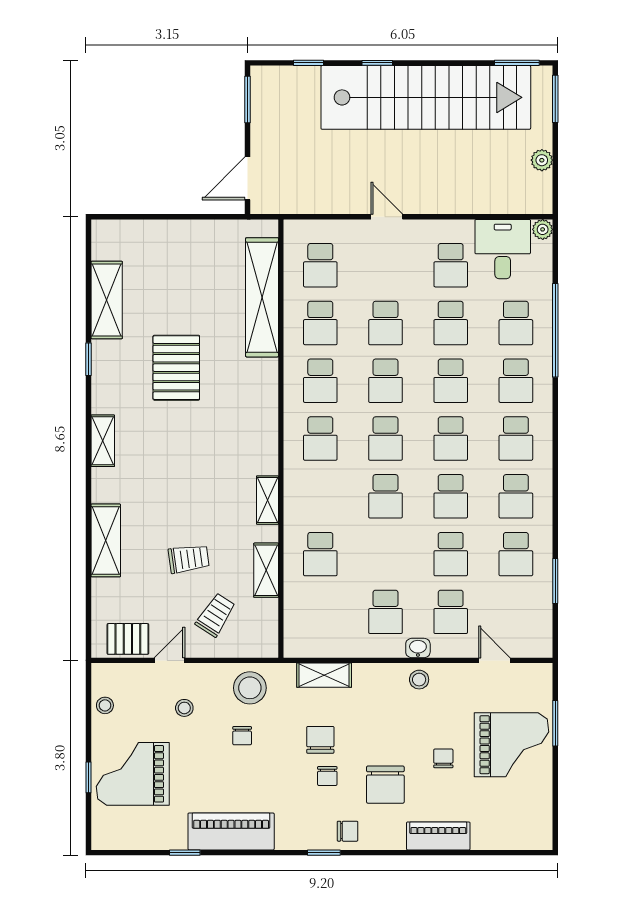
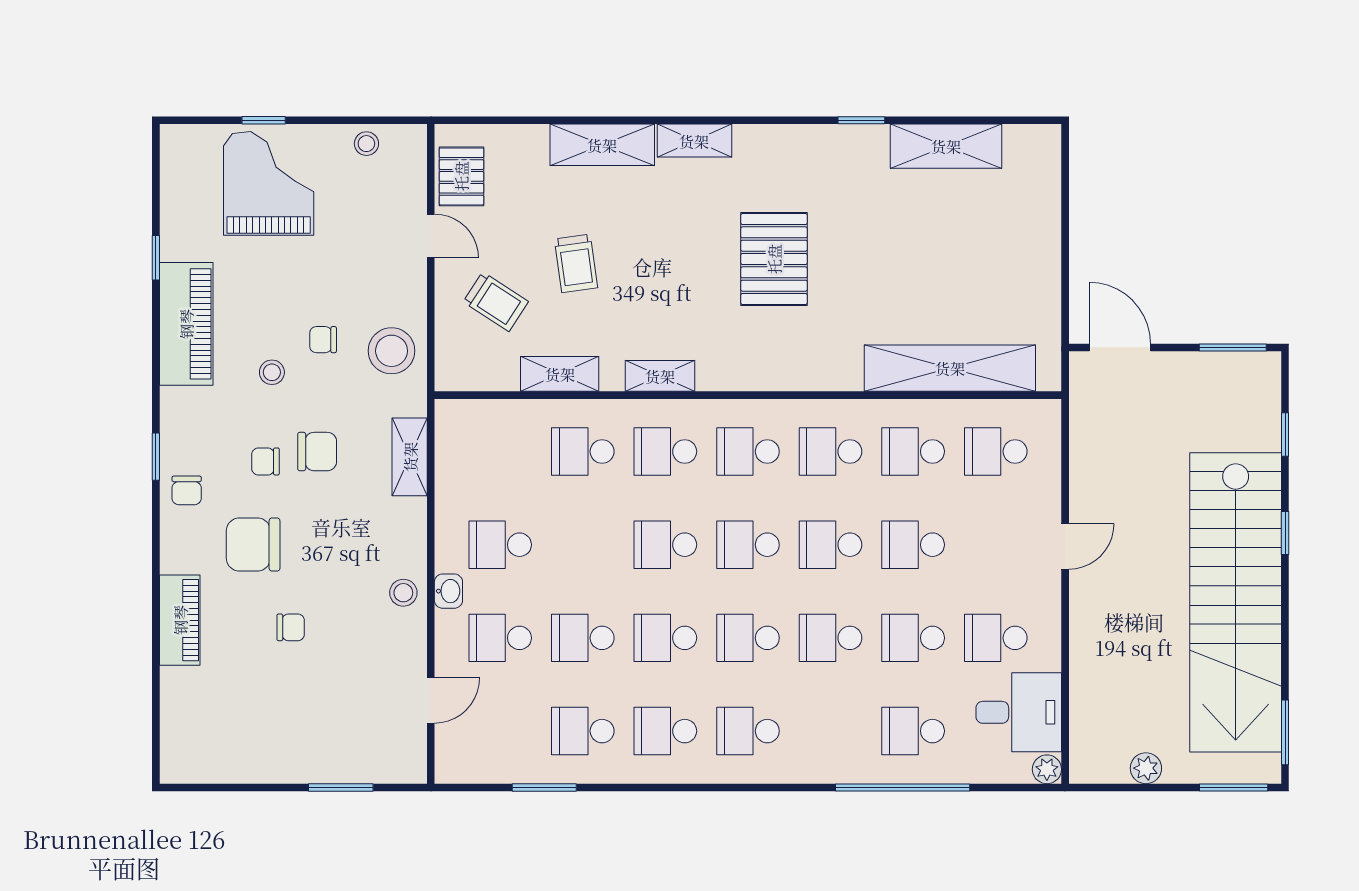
pallet: (176, 368) -> (774, 259), moved, turned 90
school desk: (516, 381) -> (665, 451), moved
shelving: (103, 441) -> (694, 141), moved
stool: (184, 708) -> (272, 372), moved
grand piano: (511, 745) -> (310, 725), removed

